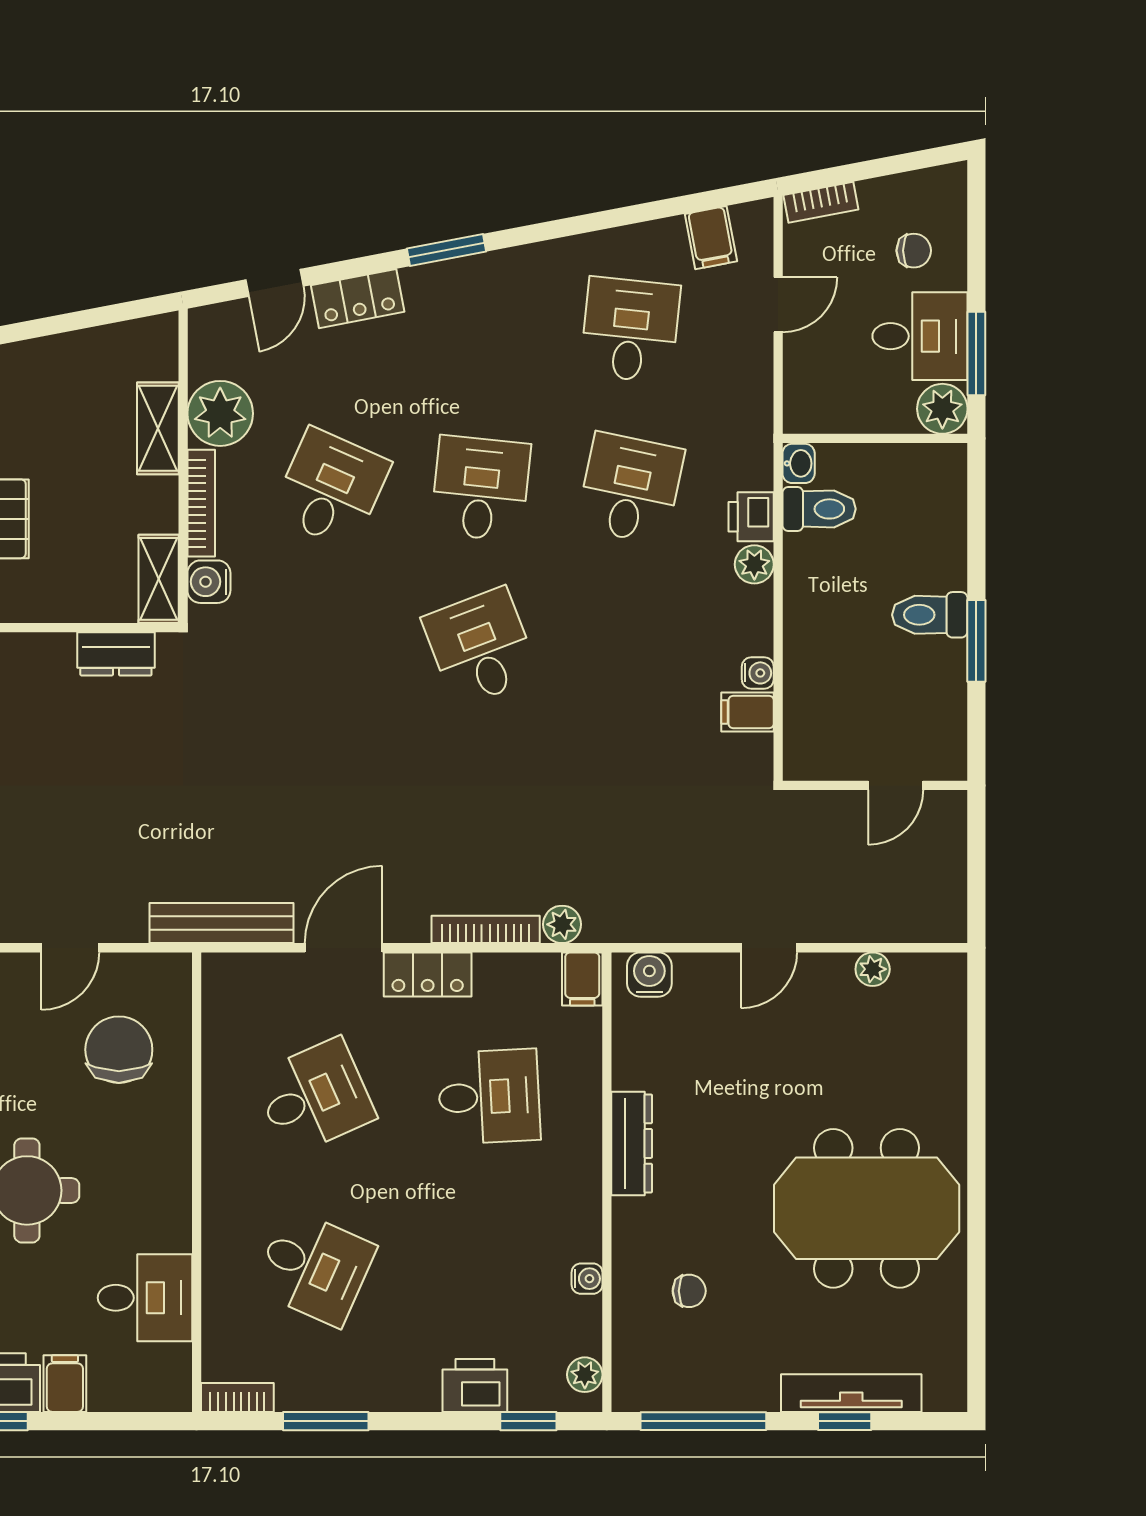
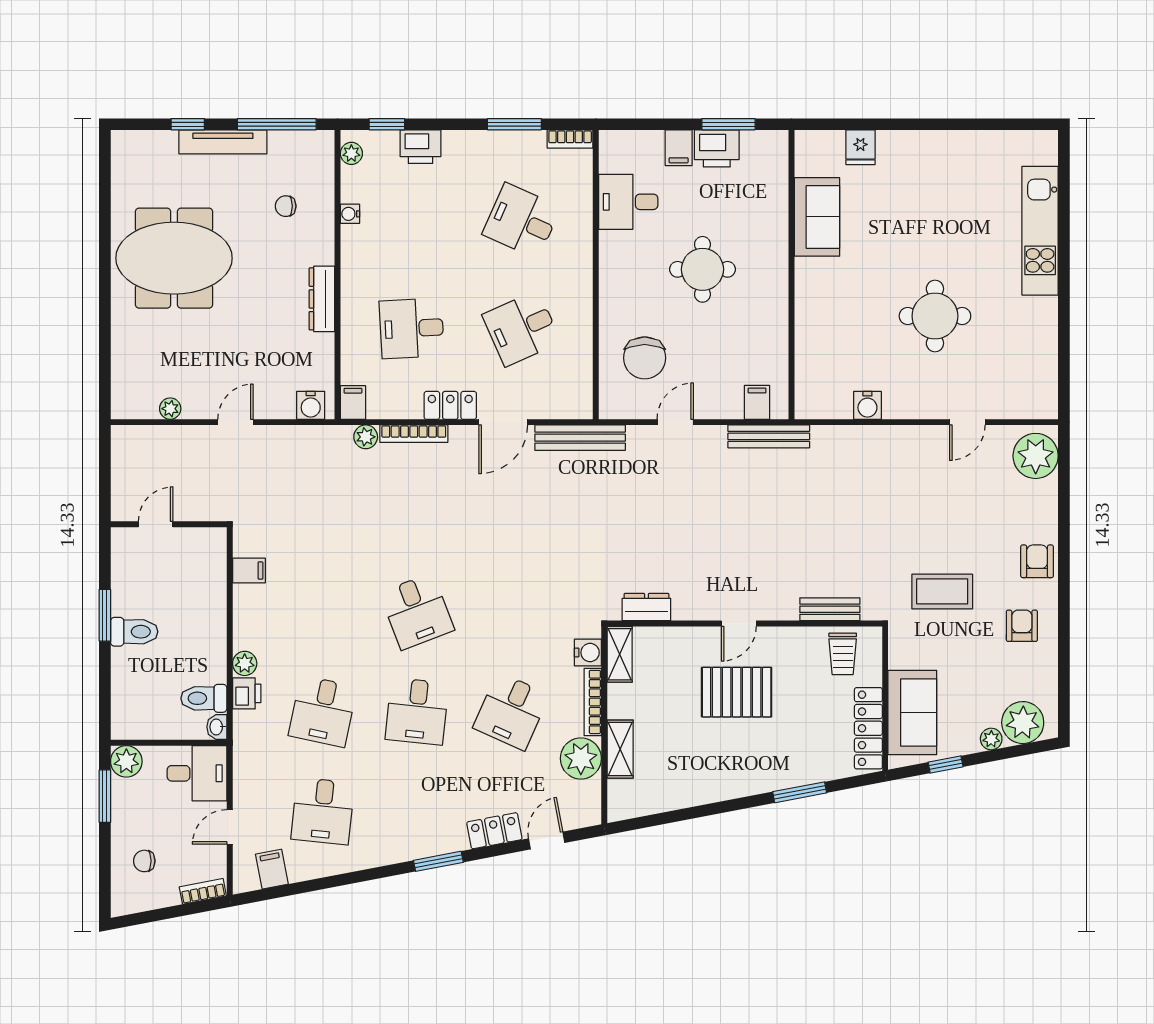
desk: (920, 336) -> (197, 773), moved, turned 180
water cooler: (758, 673) -> (242, 595), removed
tv unit: (851, 1393) -> (223, 142), moved

